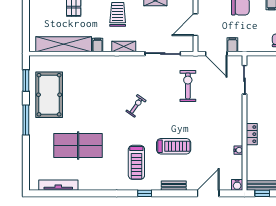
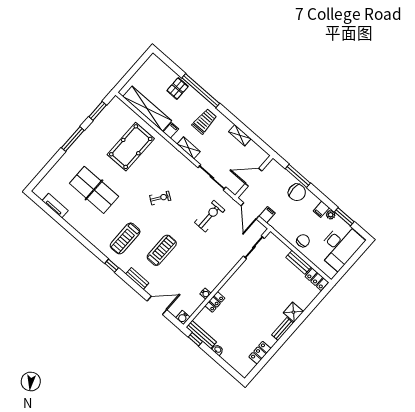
pool table: (49, 95) -> (131, 147), moved
locker: (252, 134) -> (215, 302), moved
treadmill: (174, 146) -> (162, 250), turned -90
tv unit: (58, 185) -> (55, 206), width x0.71

